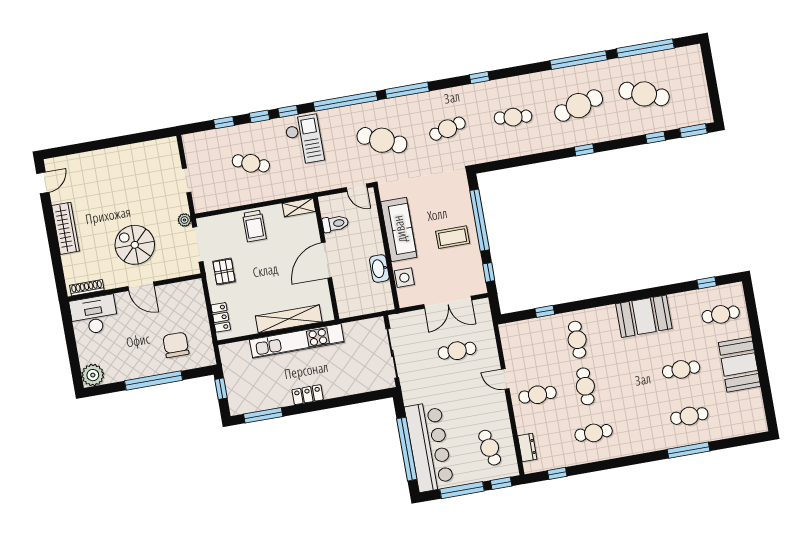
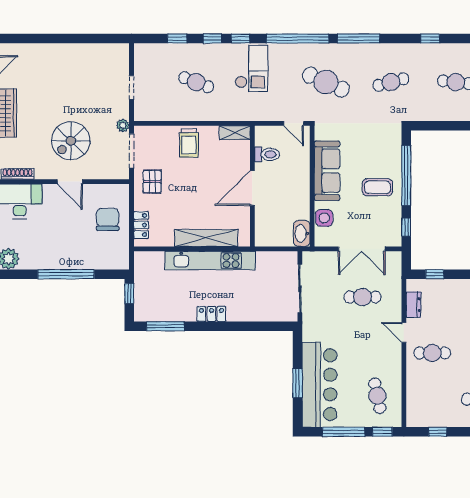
spiral stairs: (135, 245) -> (71, 141), turned -90
washbasin: (379, 268) -> (302, 233), moved
window: (545, 311) -> (435, 274), moved
chair: (176, 345) -> (108, 219), moved
dresser: (527, 448) -> (413, 305), moved
window: (407, 449) -> (298, 383), width x0.47

